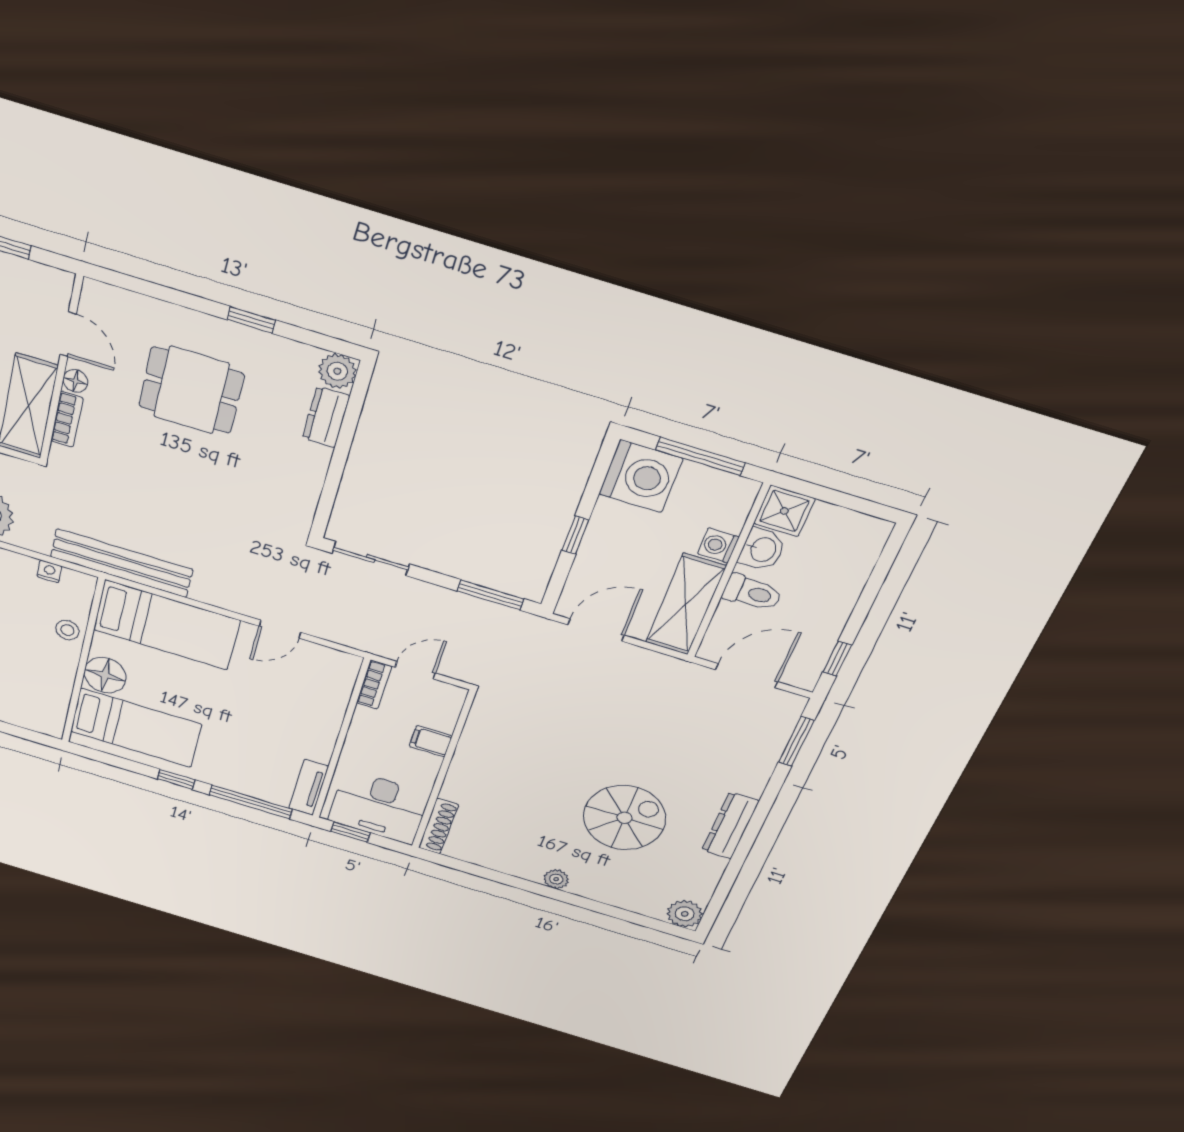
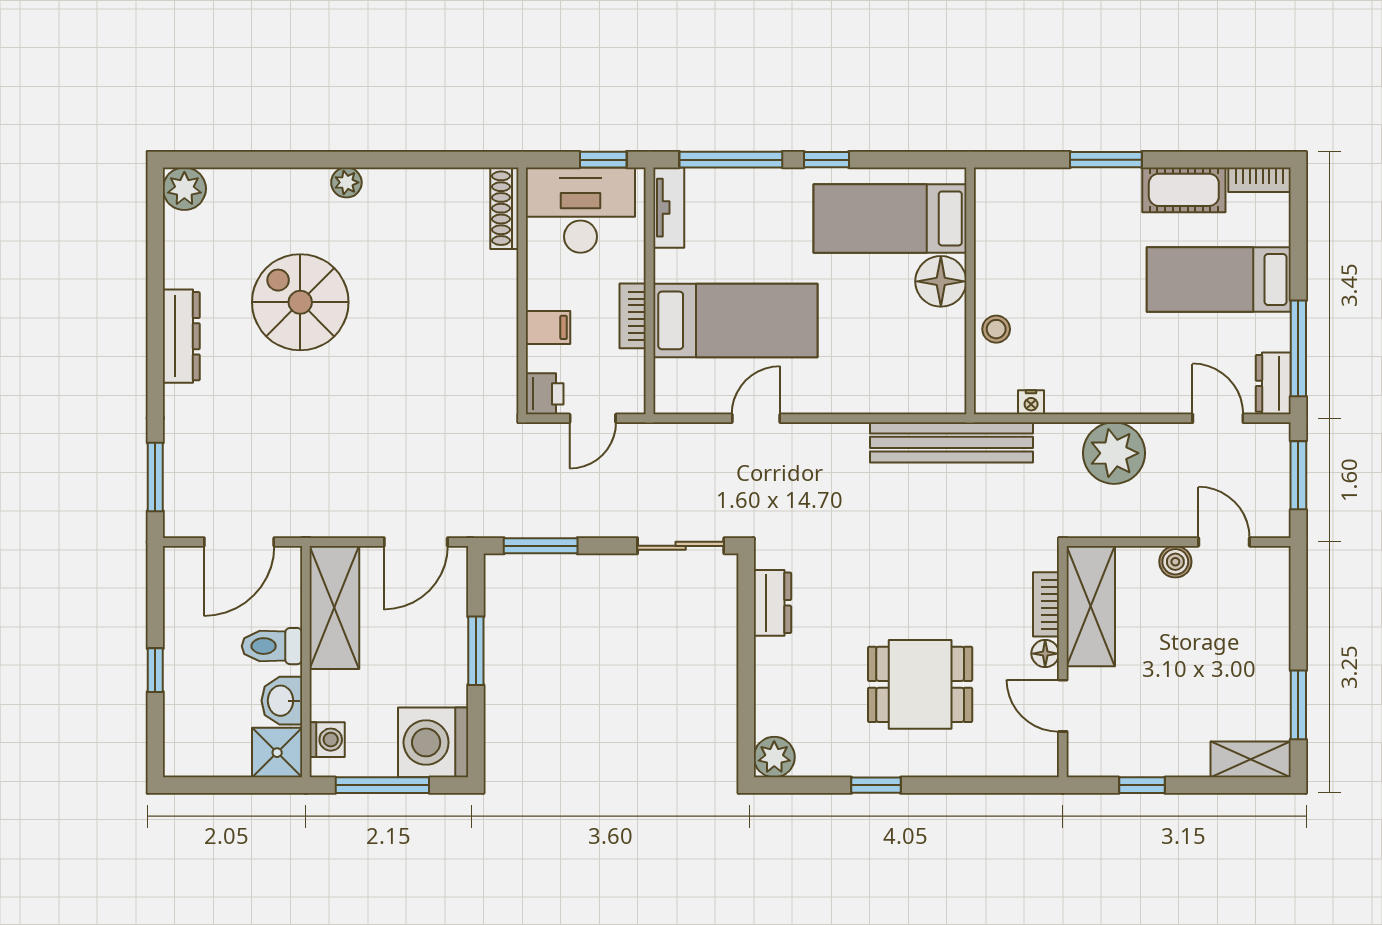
dresser: (326, 417) -> (772, 603), moved
window: (575, 535) -> (476, 651), width x1.50
washing machine: (718, 546) -> (327, 740), moved
bed: (167, 625) -> (735, 320), moved, turned 180
window: (837, 658) -> (155, 670), moved
bookcase: (374, 685) -> (633, 316), moved
printer: (449, 699) -> (545, 394), added
spiral stairs: (624, 818) -> (300, 302), turned 90

